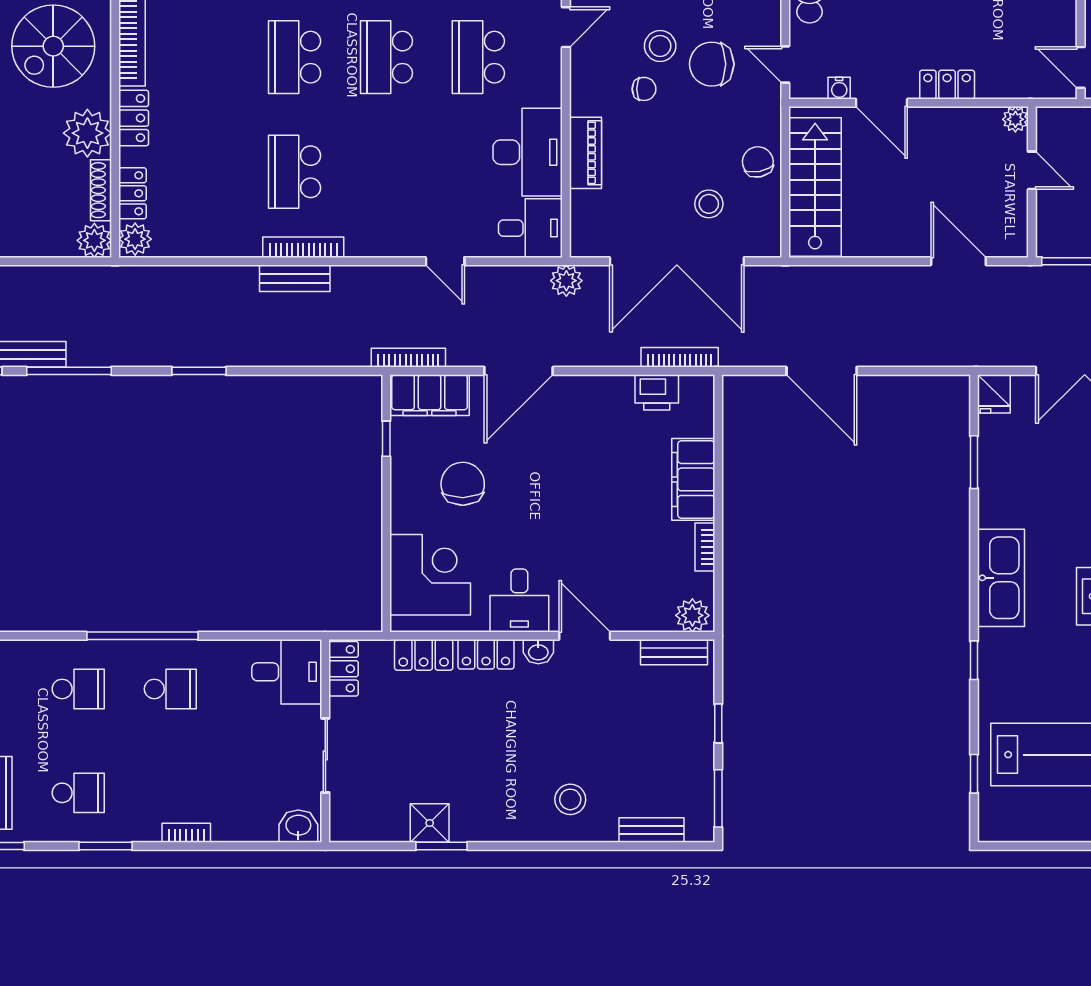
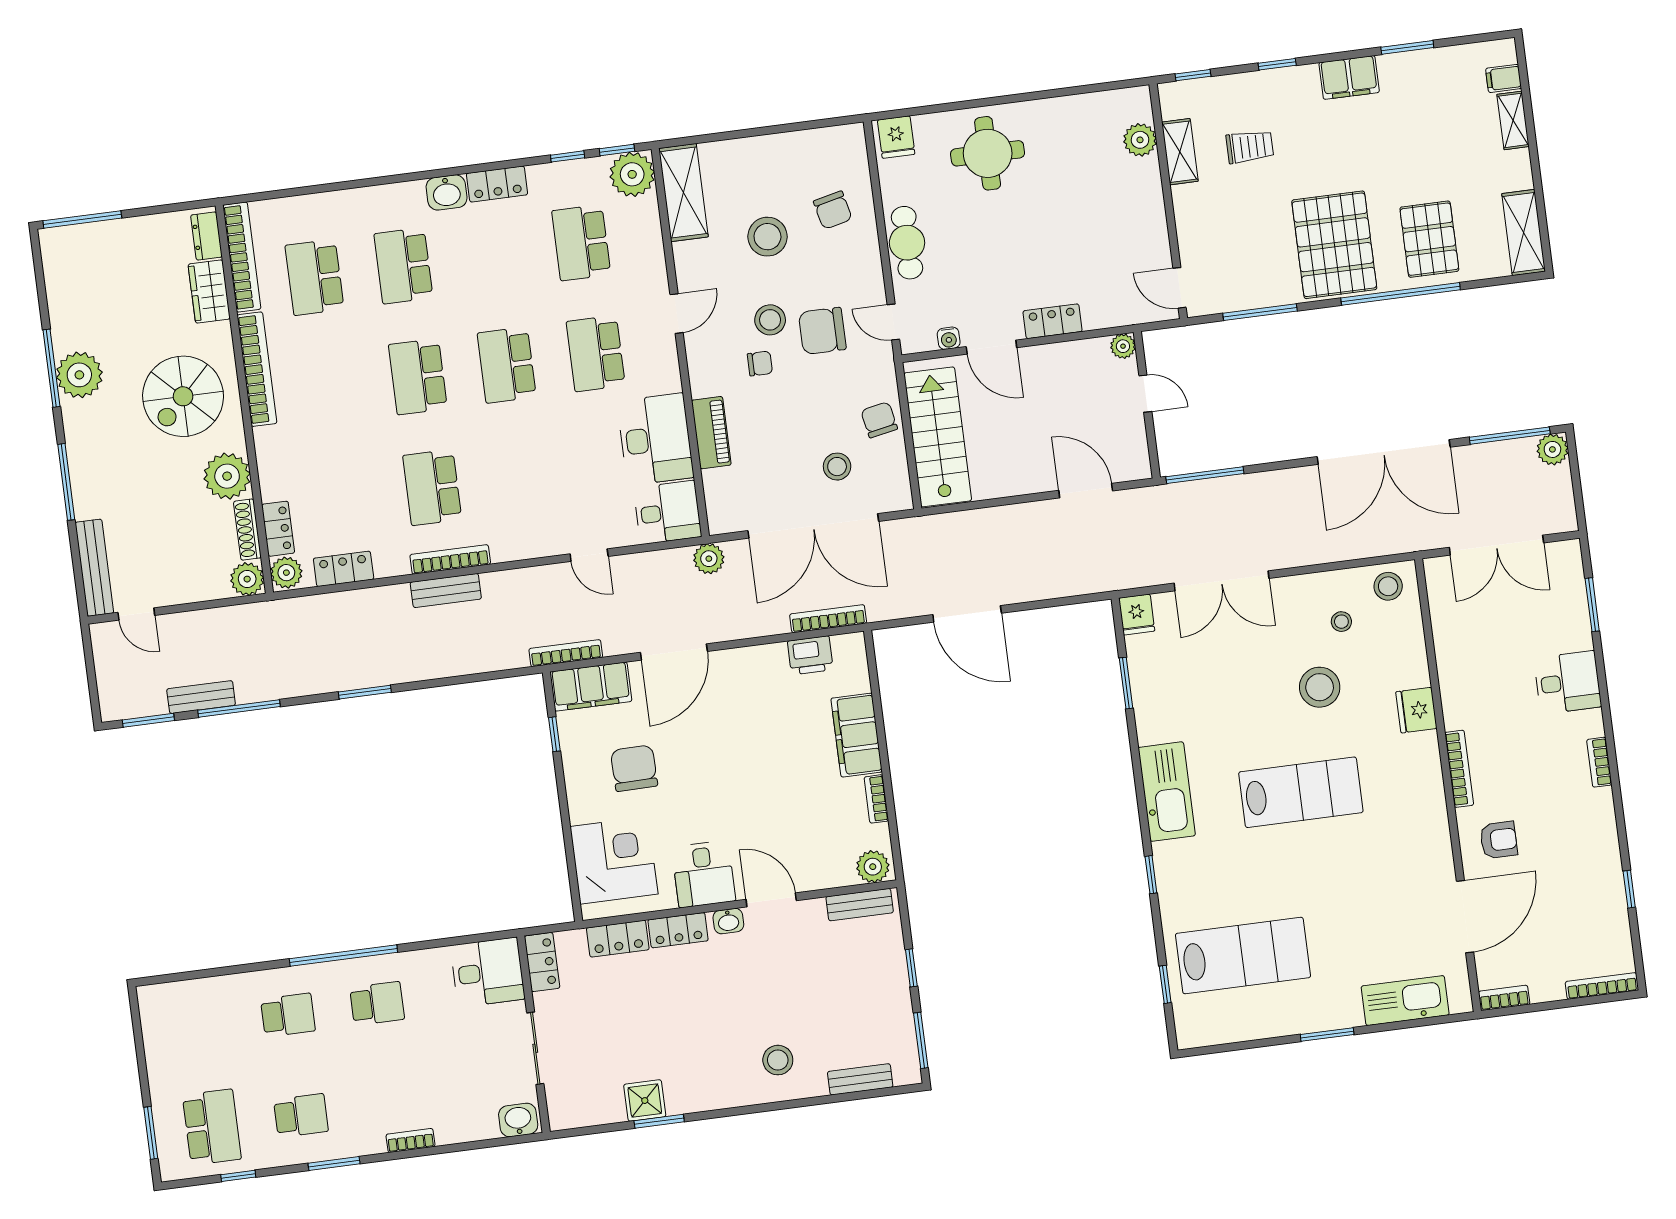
locker: (134, 118) -> (344, 569), moved, turned -90

